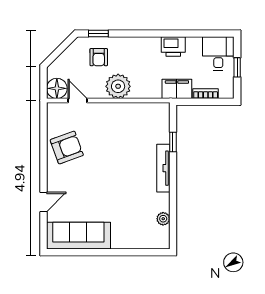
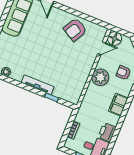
printer: (173, 46) -> (107, 132), moved
filing cabinet: (177, 89) -> (118, 105), moved, turned 180
armchair: (67, 148) -> (75, 30), turned 50

